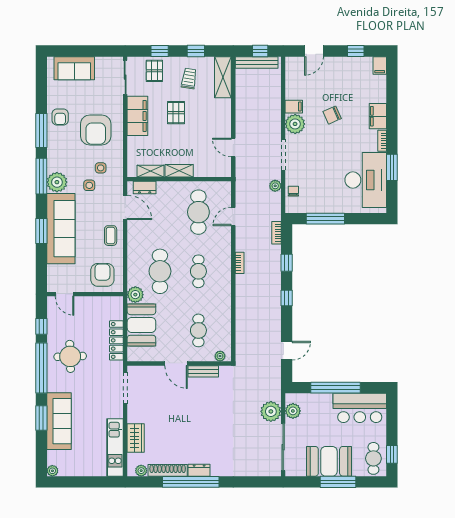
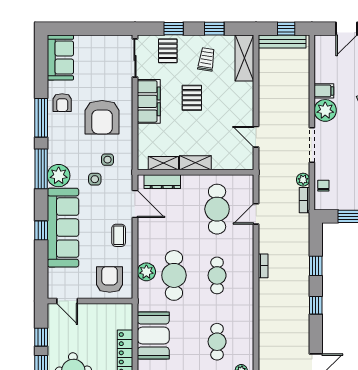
sofa: (74, 68) -> (60, 57), moved, turned -90
dresser: (145, 188) -> (162, 182), width x1.44
window: (41, 231) -> (41, 230), width x0.67
bookcase: (276, 233) -> (304, 200), moved
plant: (135, 295) -> (146, 272), moved

